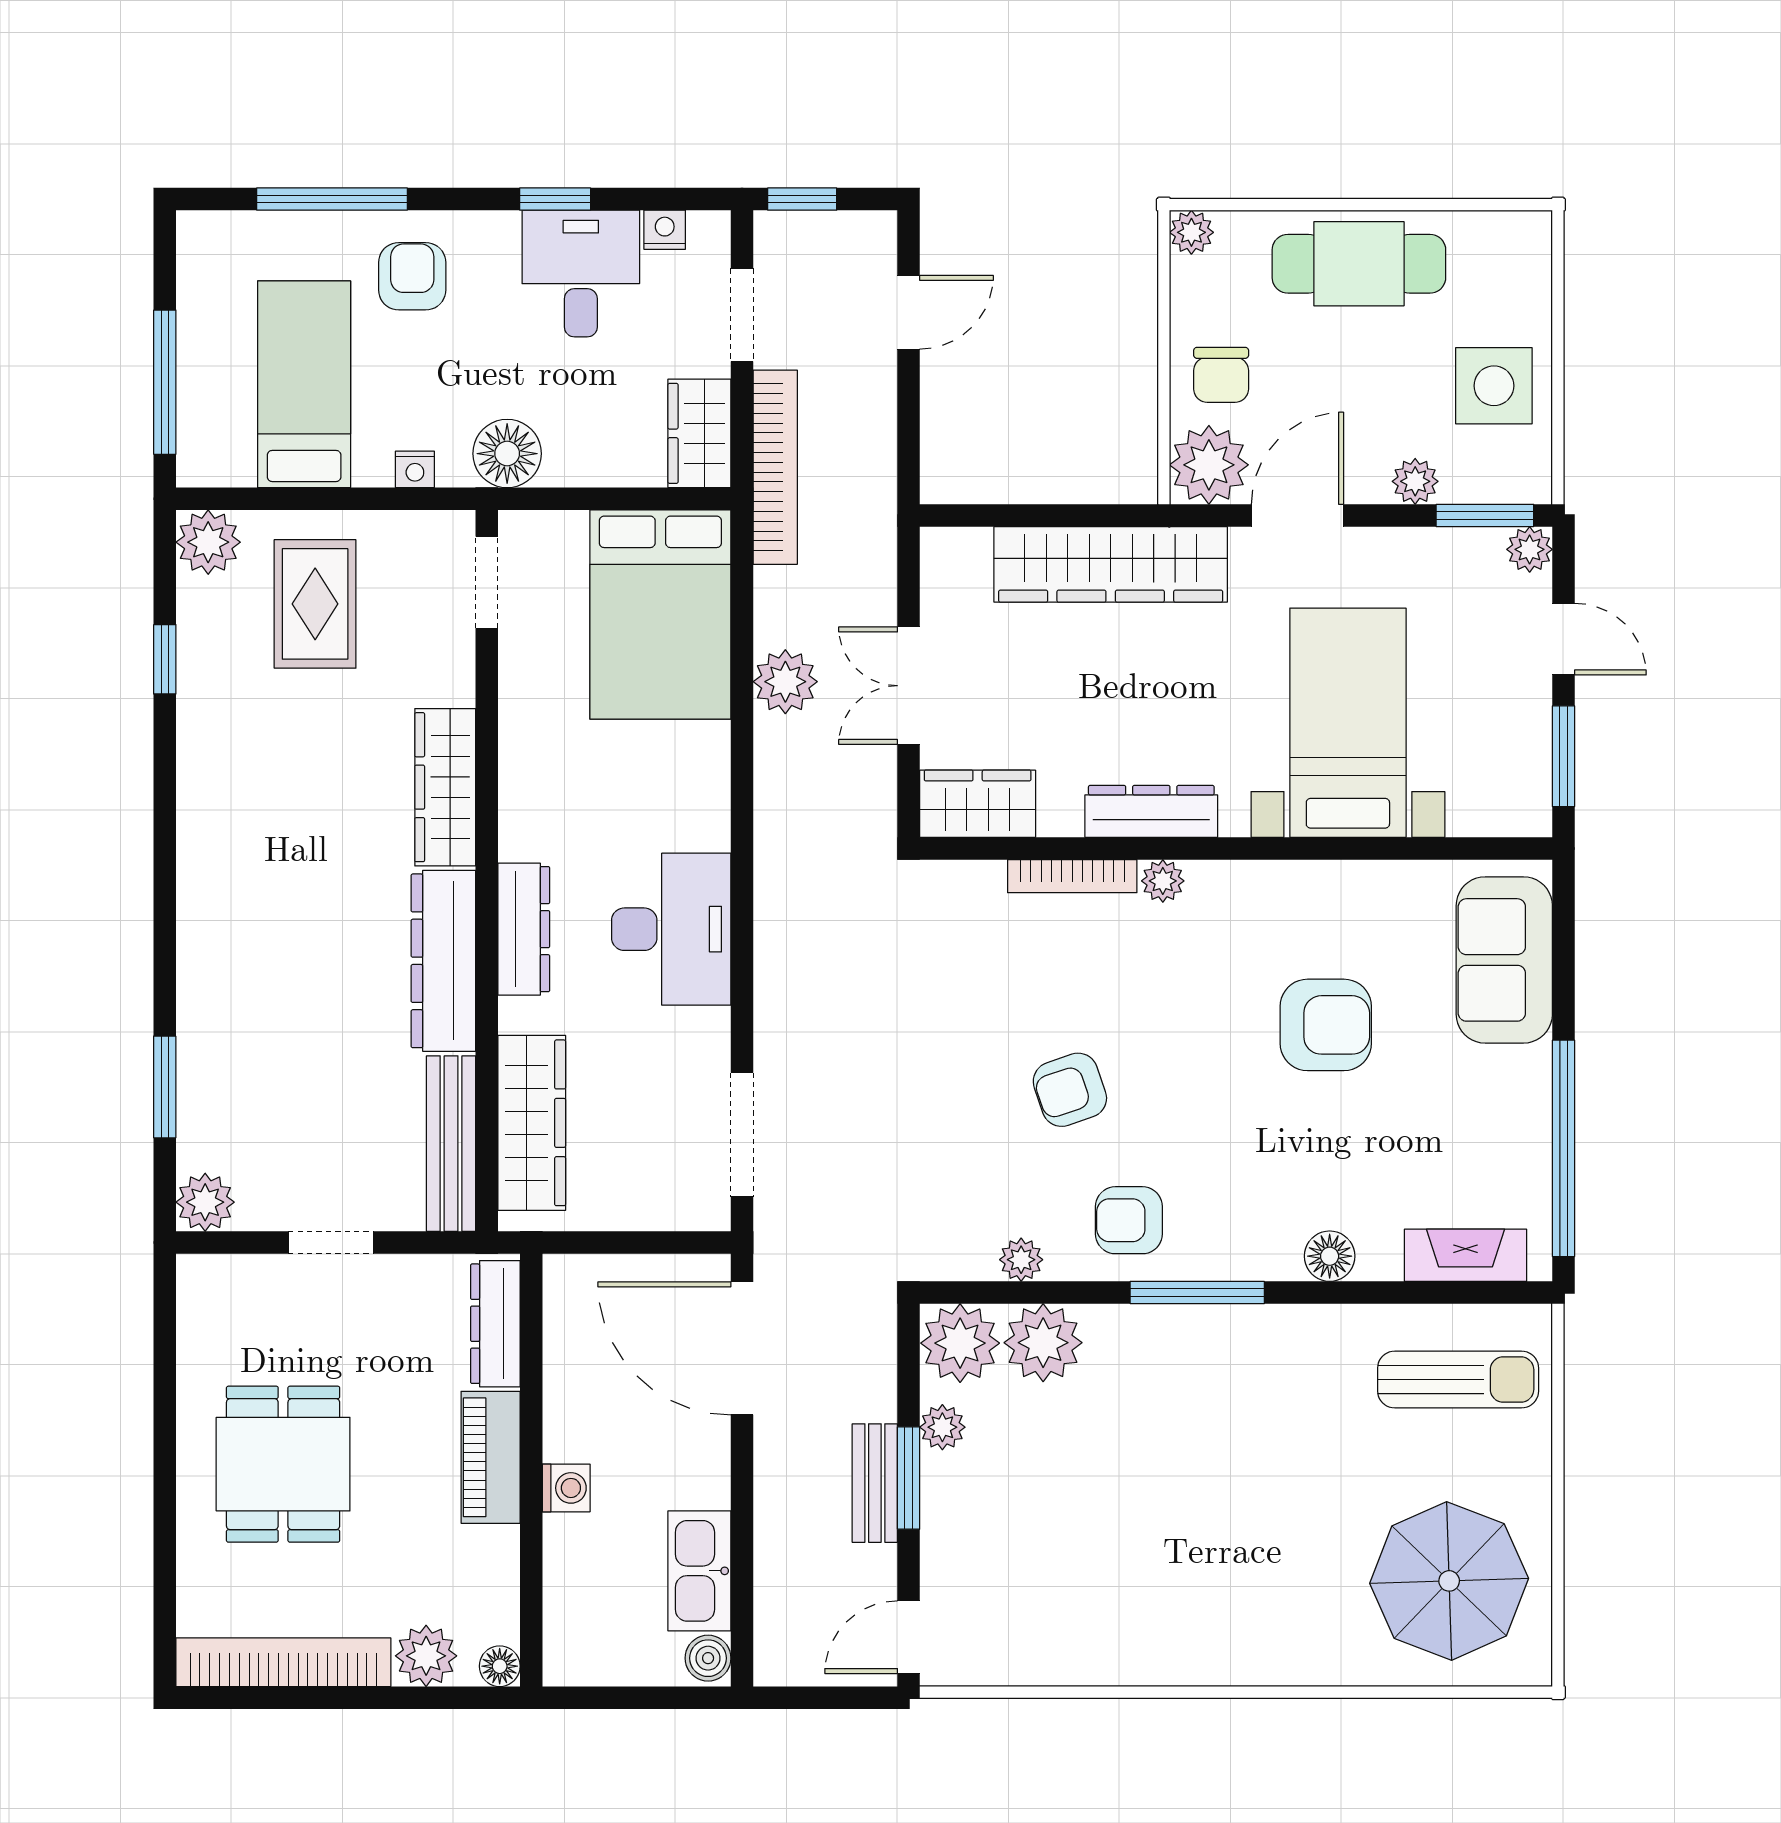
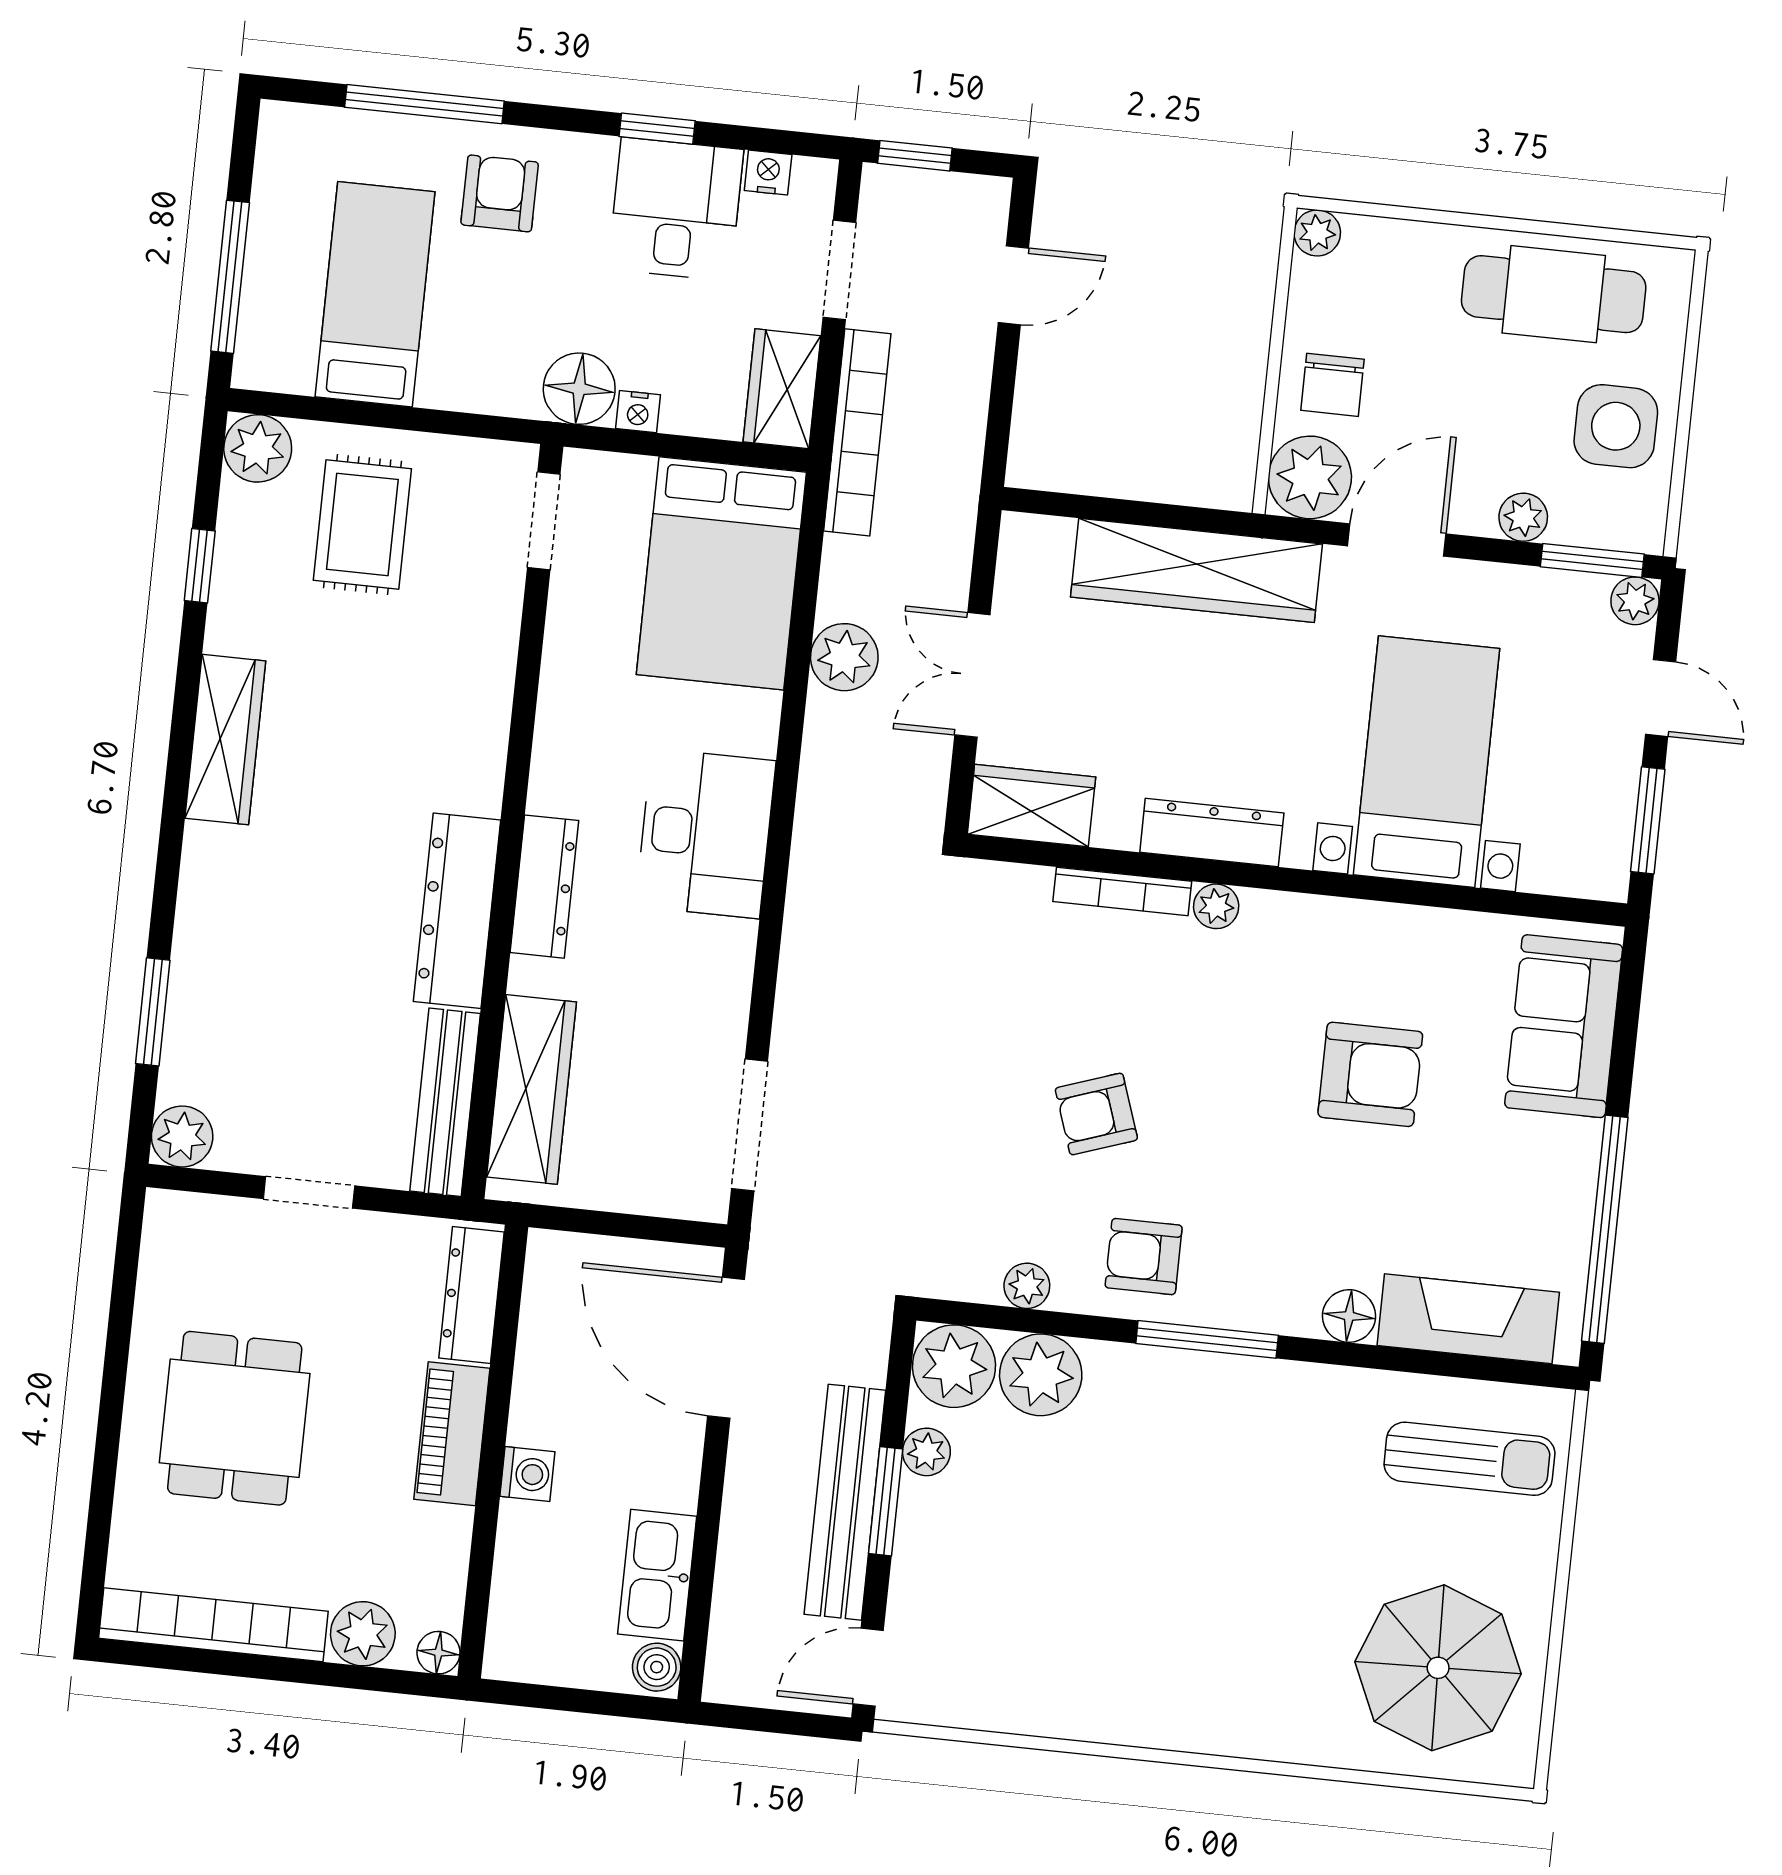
cafe table: (1359, 264) -> (1554, 294), moved
nightstand: (415, 469) -> (638, 412), moved
wardrobe: (445, 787) -> (225, 740), moved, turned 180
desk: (671, 929) -> (706, 833), moved
fireplace: (1466, 1255) -> (1468, 1319), width x1.37, depth x1.32
bench: (875, 1483) -> (845, 1502), width x1.86, depth x1.21

